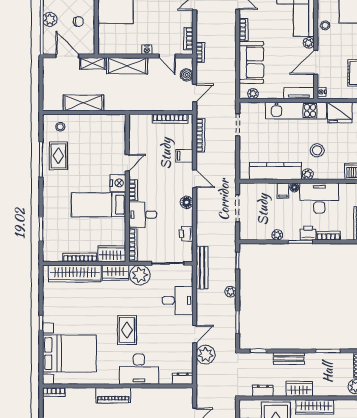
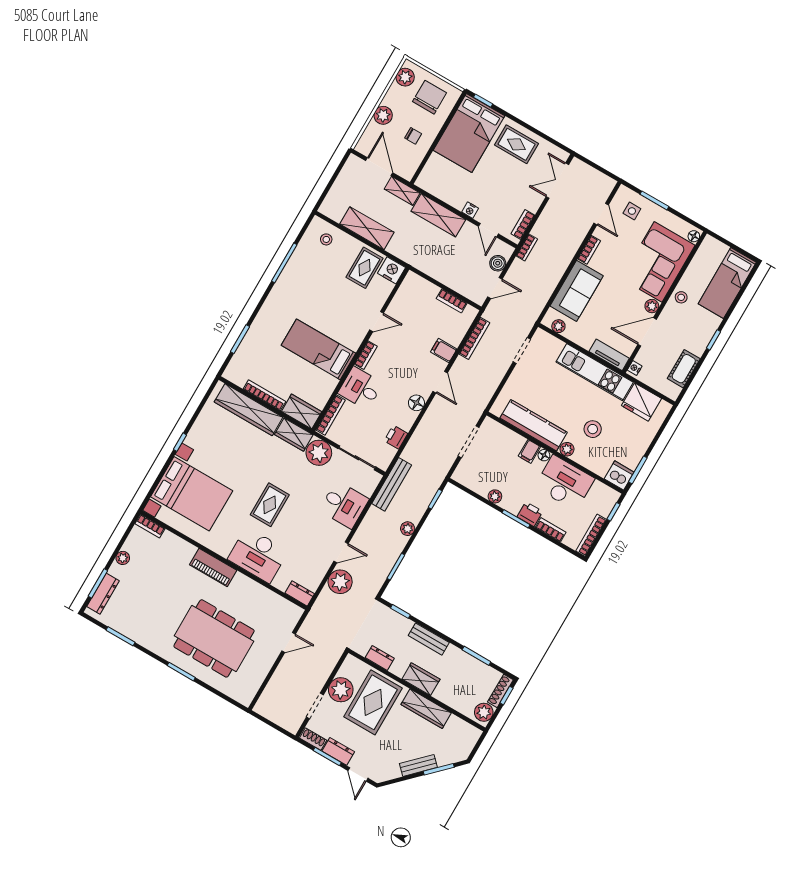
bookcase: (170, 119) -> (452, 301), width x0.64
rug: (58, 156) -> (365, 268), moved
nightstand: (118, 183) -> (391, 270), moved, turned -90

